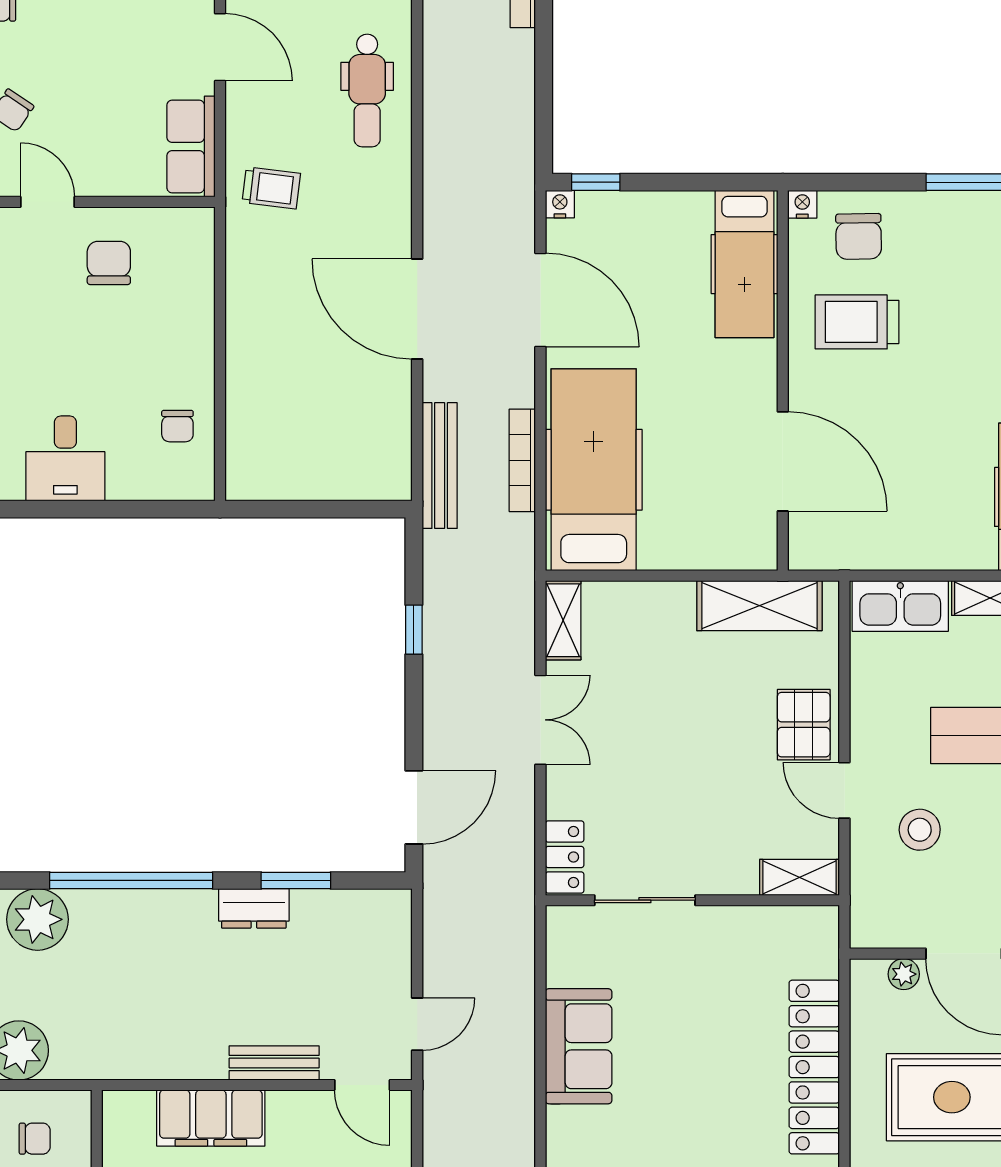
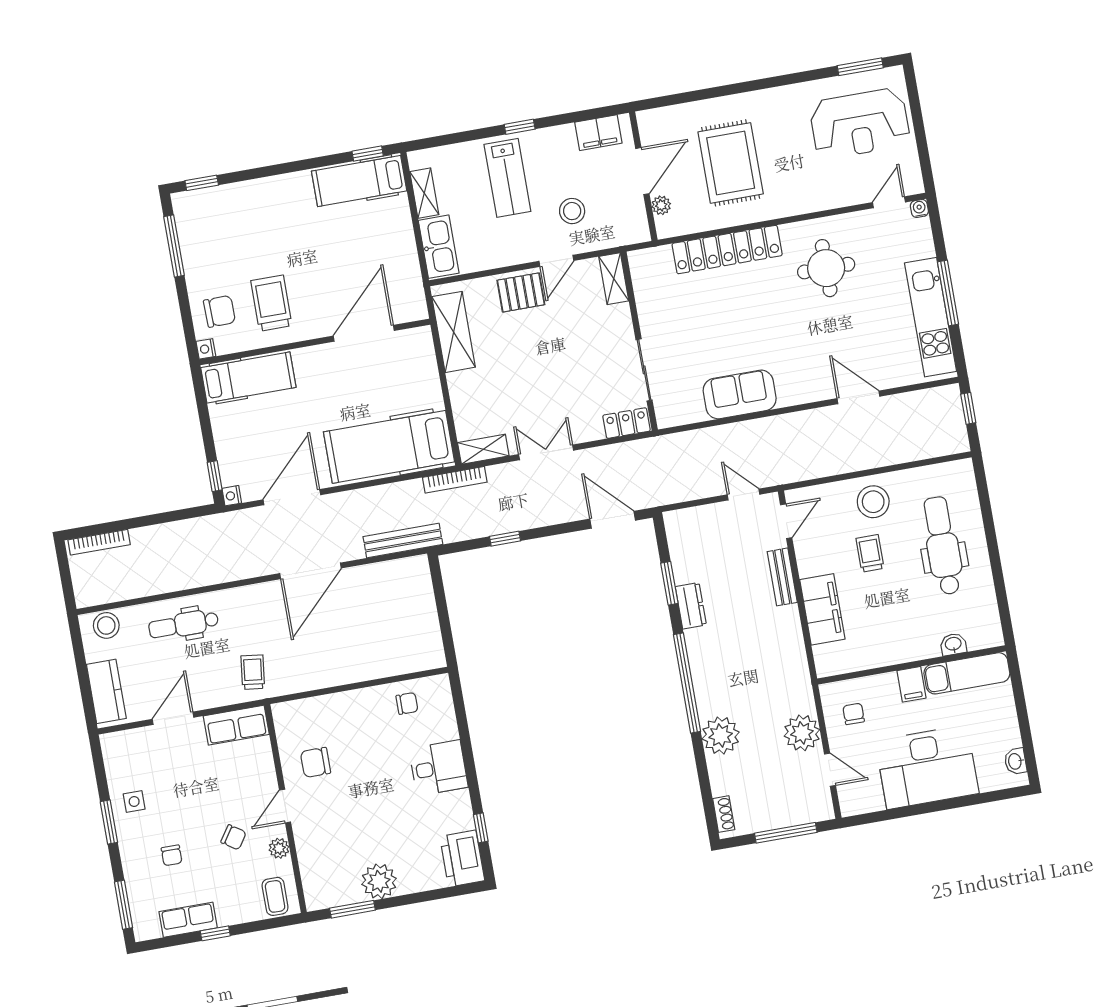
dental chair: (367, 90) -> (184, 624), turned 180
trolley: (857, 322) -> (271, 303), turned 180
bookcase: (522, 460) -> (455, 480), moved

